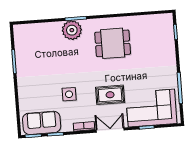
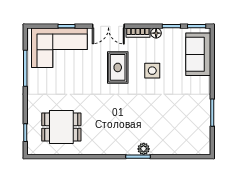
plant: (72, 30) -> (144, 149), width x0.53, depth x0.53
dining table: (113, 43) -> (61, 127), moved
rug: (110, 95) -> (118, 67), moved, turned 90
sofa: (42, 123) -> (198, 54), moved, turned 90
floor lamp: (68, 127) -> (156, 33), added

